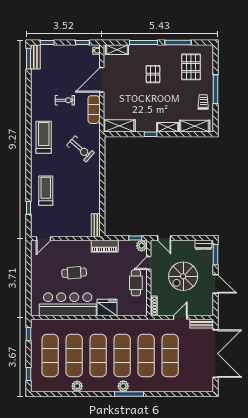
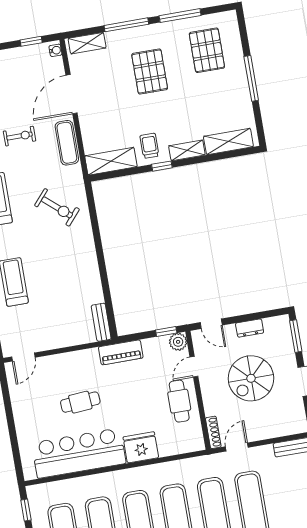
pallet: (153, 74) -> (150, 72), width x1.50, depth x1.42
trolley: (203, 102) -> (149, 146), moved
dresser: (203, 245) -> (250, 328), moved
door: (180, 318) -> (237, 447), moved

